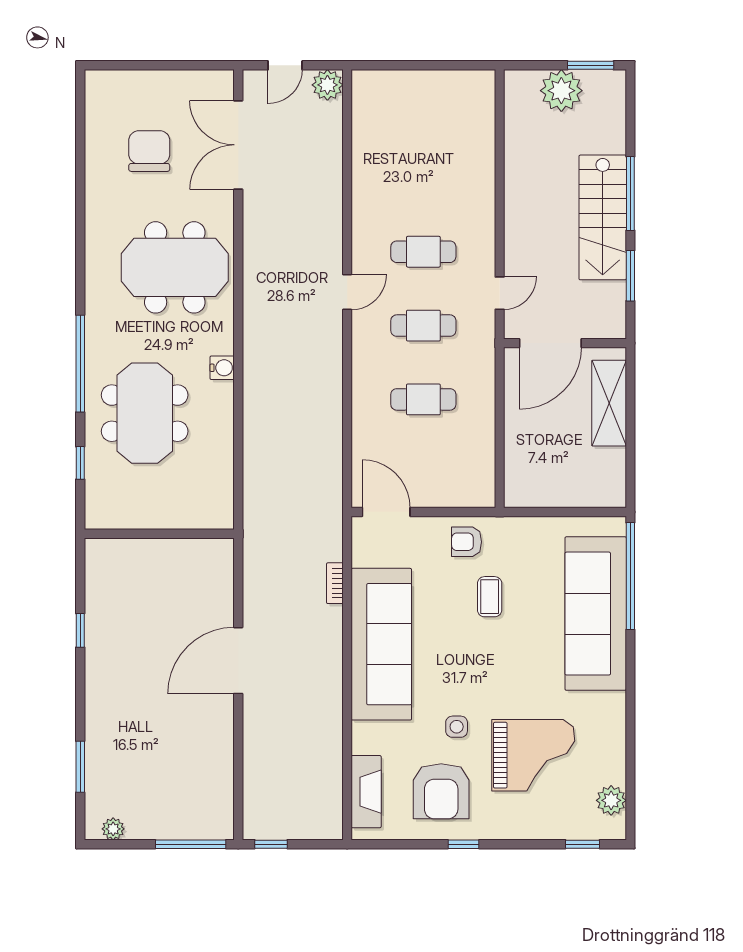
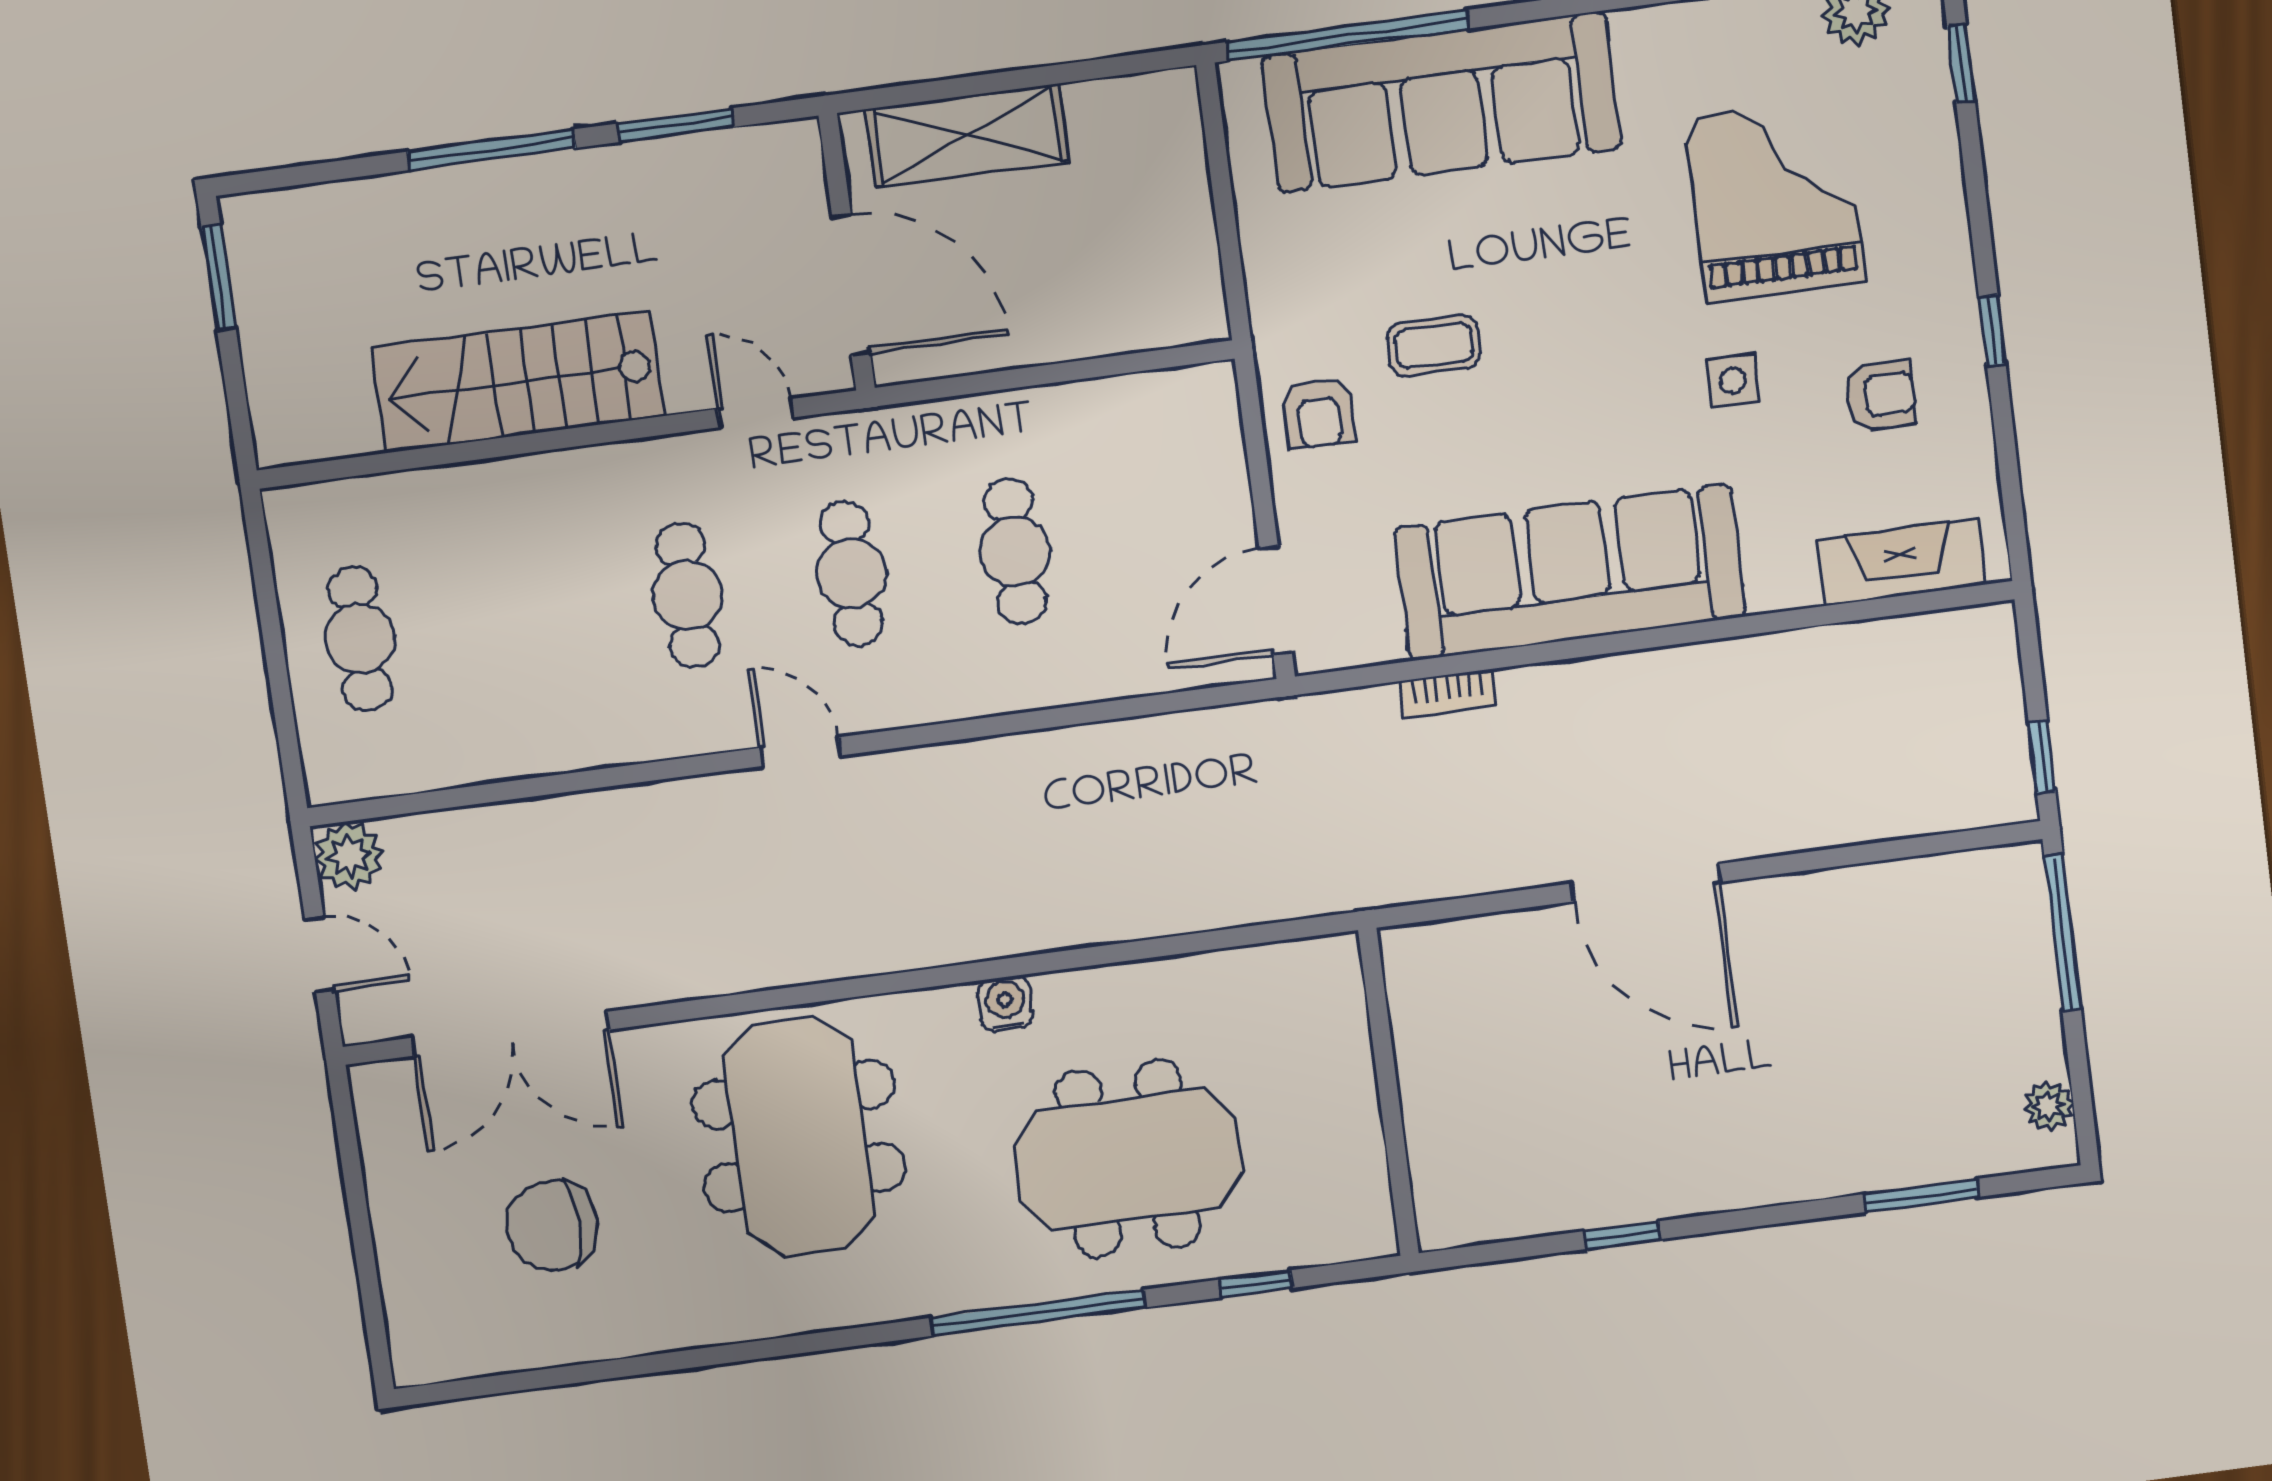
plant: (561, 91) -> (285, 335), removed
cafe table: (423, 104) -> (360, 639), added
stairs: (603, 217) -> (518, 382), moved, turned 180
armchair: (441, 791) -> (1880, 396), width x0.53, depth x0.53

